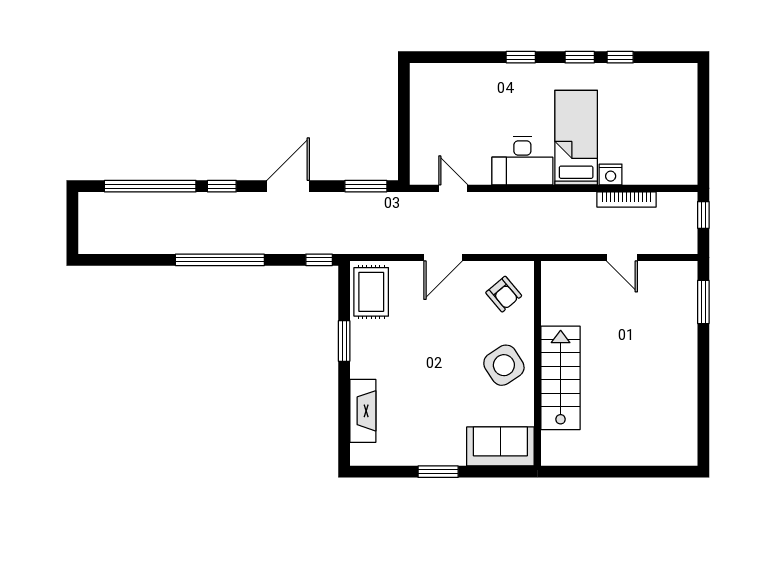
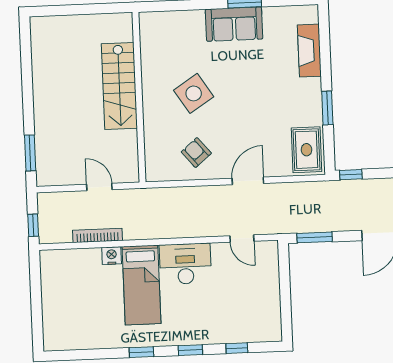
window: (620, 57) -> (237, 348), moved
wall: (538, 363) -> (139, 97), moved
stairs: (561, 378) -> (119, 86), moved
sofa: (500, 446) -> (234, 24), moved

